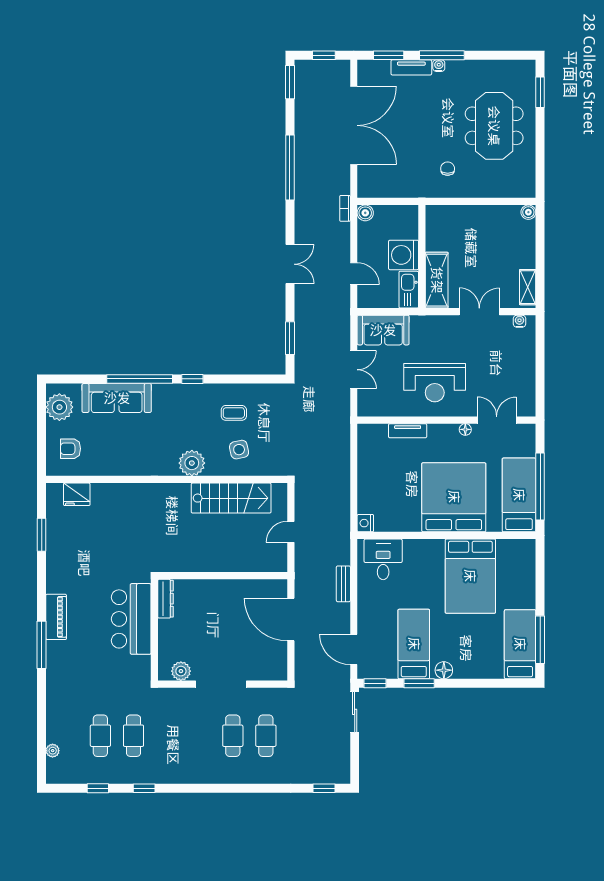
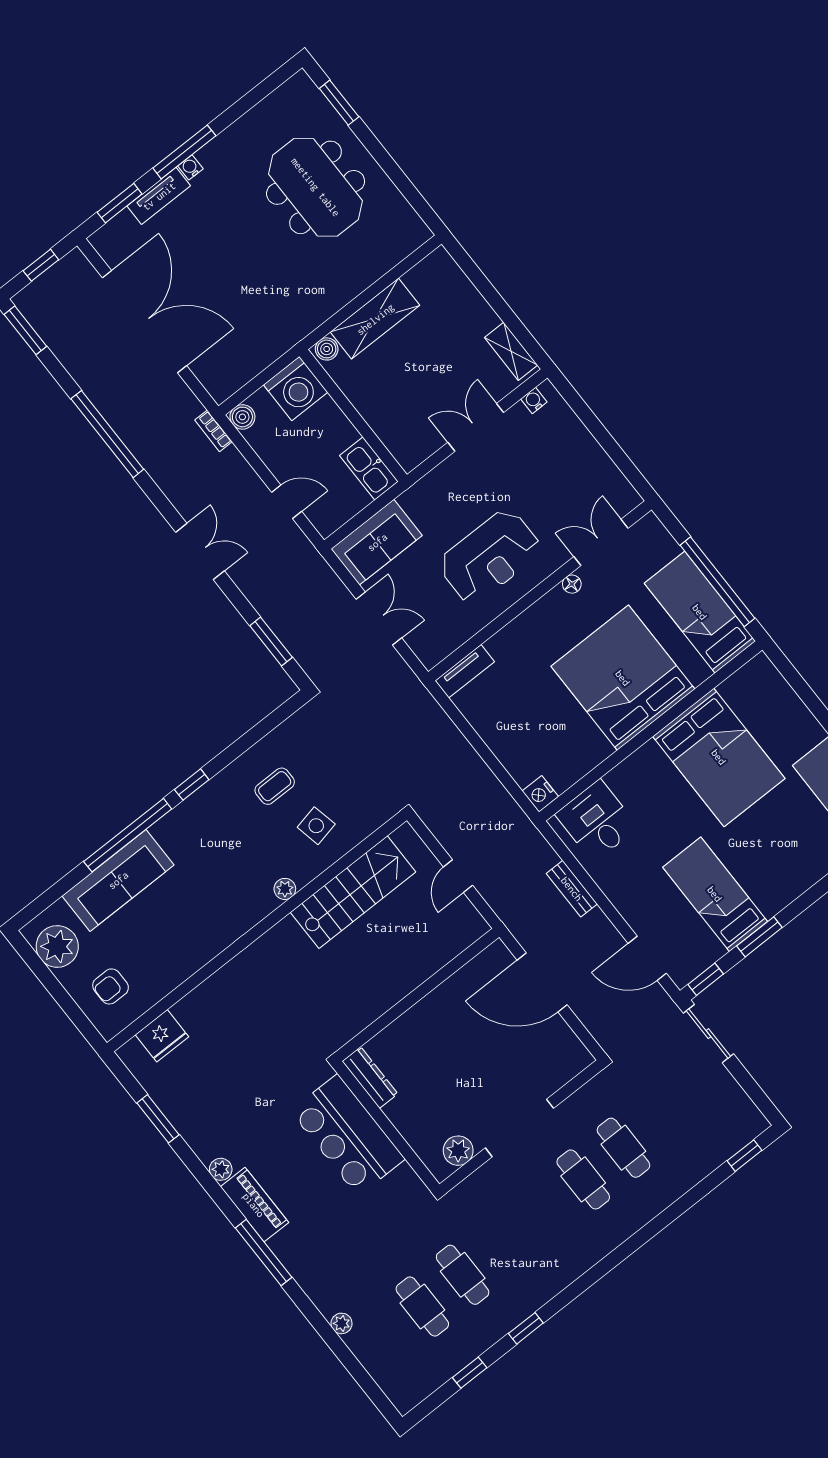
chair: (448, 169) -> (300, 284), removed
boiler: (528, 212) -> (327, 349), moved
washing machine: (404, 255) -> (296, 388), moved, turned -90
shelving: (437, 280) -> (375, 319), moved, turned 90
tv unit: (408, 431) -> (465, 671), moved
plant: (192, 463) -> (285, 889), width x0.53, depth x0.53
plant: (53, 585) -> (221, 1169), added
floor lamp: (444, 670) -> (777, 897), removed
plant: (53, 751) -> (342, 1323), moved

